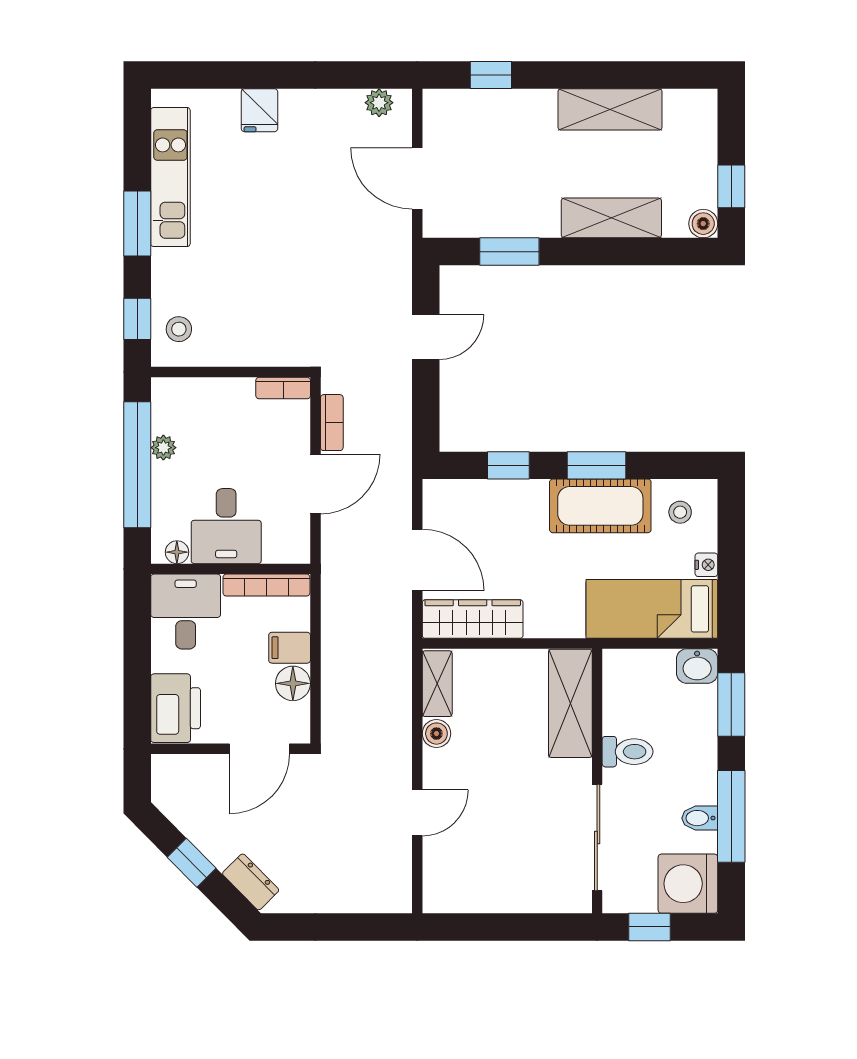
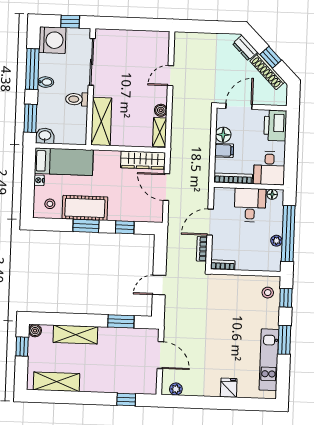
shelving: (610, 109) -> (56, 382), moved
bidet: (700, 818) -> (46, 82), moved
shoe rack: (198, 830) -> (267, 71), added

